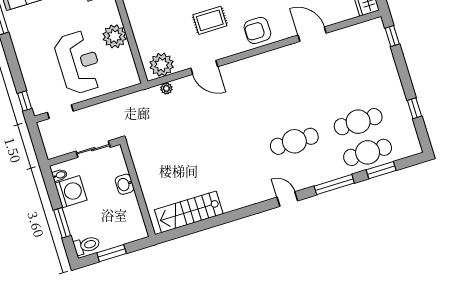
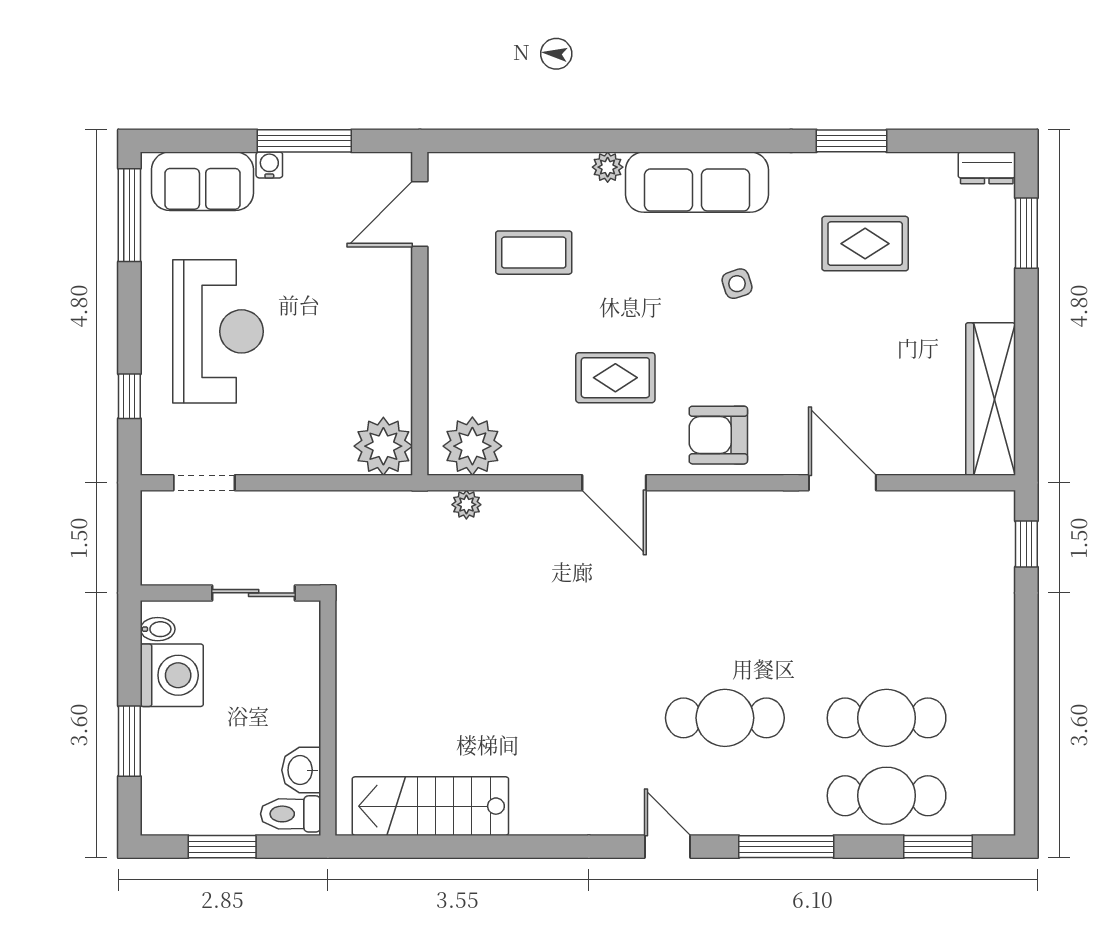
plant: (114, 36) -> (383, 446), moved
reception desk: (79, 62) -> (218, 331), moved
door: (204, 67) -> (614, 483), moved
window: (25, 101) -> (129, 396), moved
window: (414, 108) -> (1026, 727), removed
window: (381, 170) -> (938, 847), moved
washbasin: (125, 184) -> (301, 770), moved
toilet: (87, 245) -> (291, 814), moved, turned 180

